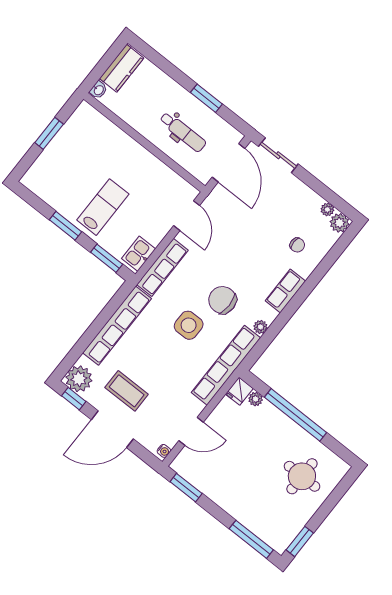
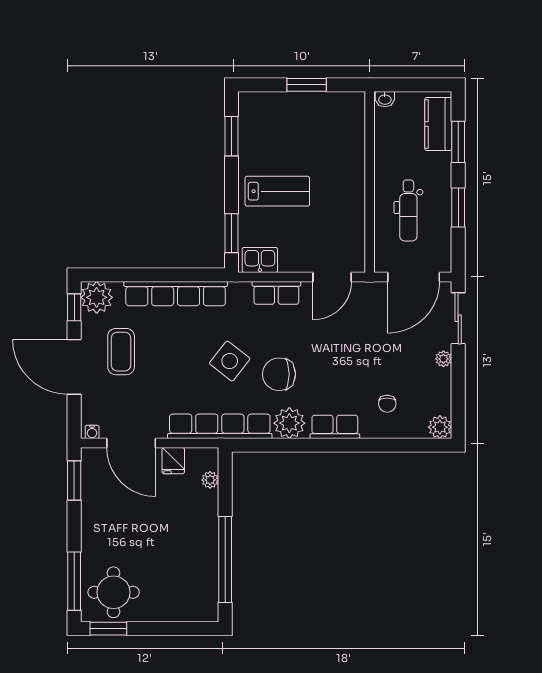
window: (164, 65) -> (458, 142), added
kitchen counter: (122, 68) -> (438, 124), moved, turned 90
plant: (327, 210) -> (443, 359), moved
window: (65, 226) -> (232, 136), moved
row of seats: (162, 267) -> (276, 293), width x0.68
chair: (222, 300) -> (279, 374), turned -90
side table: (189, 325) -> (230, 361), turned 38
plant: (260, 327) -> (289, 423), width x1.88, depth x1.88
fridge: (239, 391) -> (173, 461), moved, turned -90
window: (295, 415) -> (225, 559), moved
door: (191, 431) -> (131, 443), width x1.36
round table: (302, 476) -> (114, 592), moved

